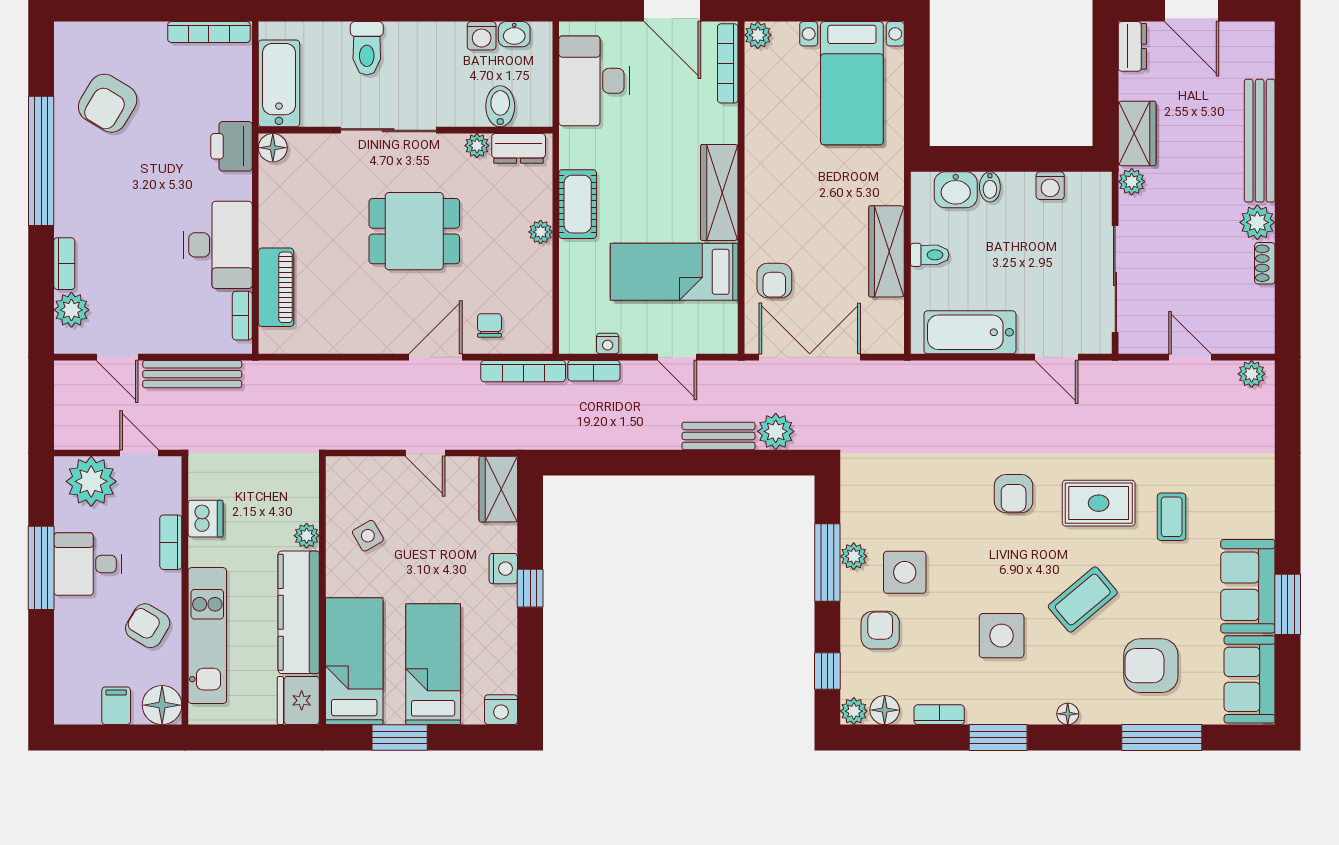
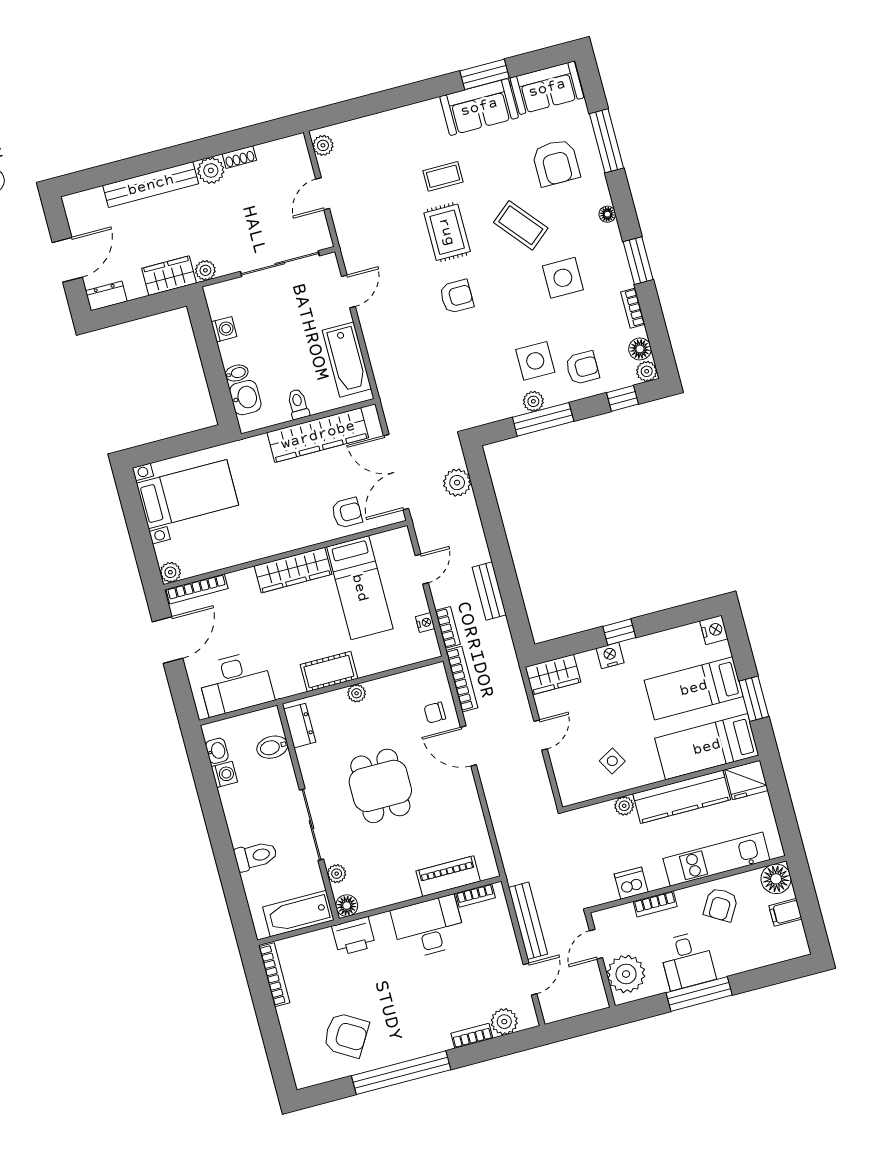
plant: (477, 146) -> (337, 874), moved
wardrobe: (886, 251) -> (318, 435), width x1.40, depth x1.17
bench: (718, 436) -> (489, 591), moved
armchair: (880, 630) -> (582, 368), turned 180

